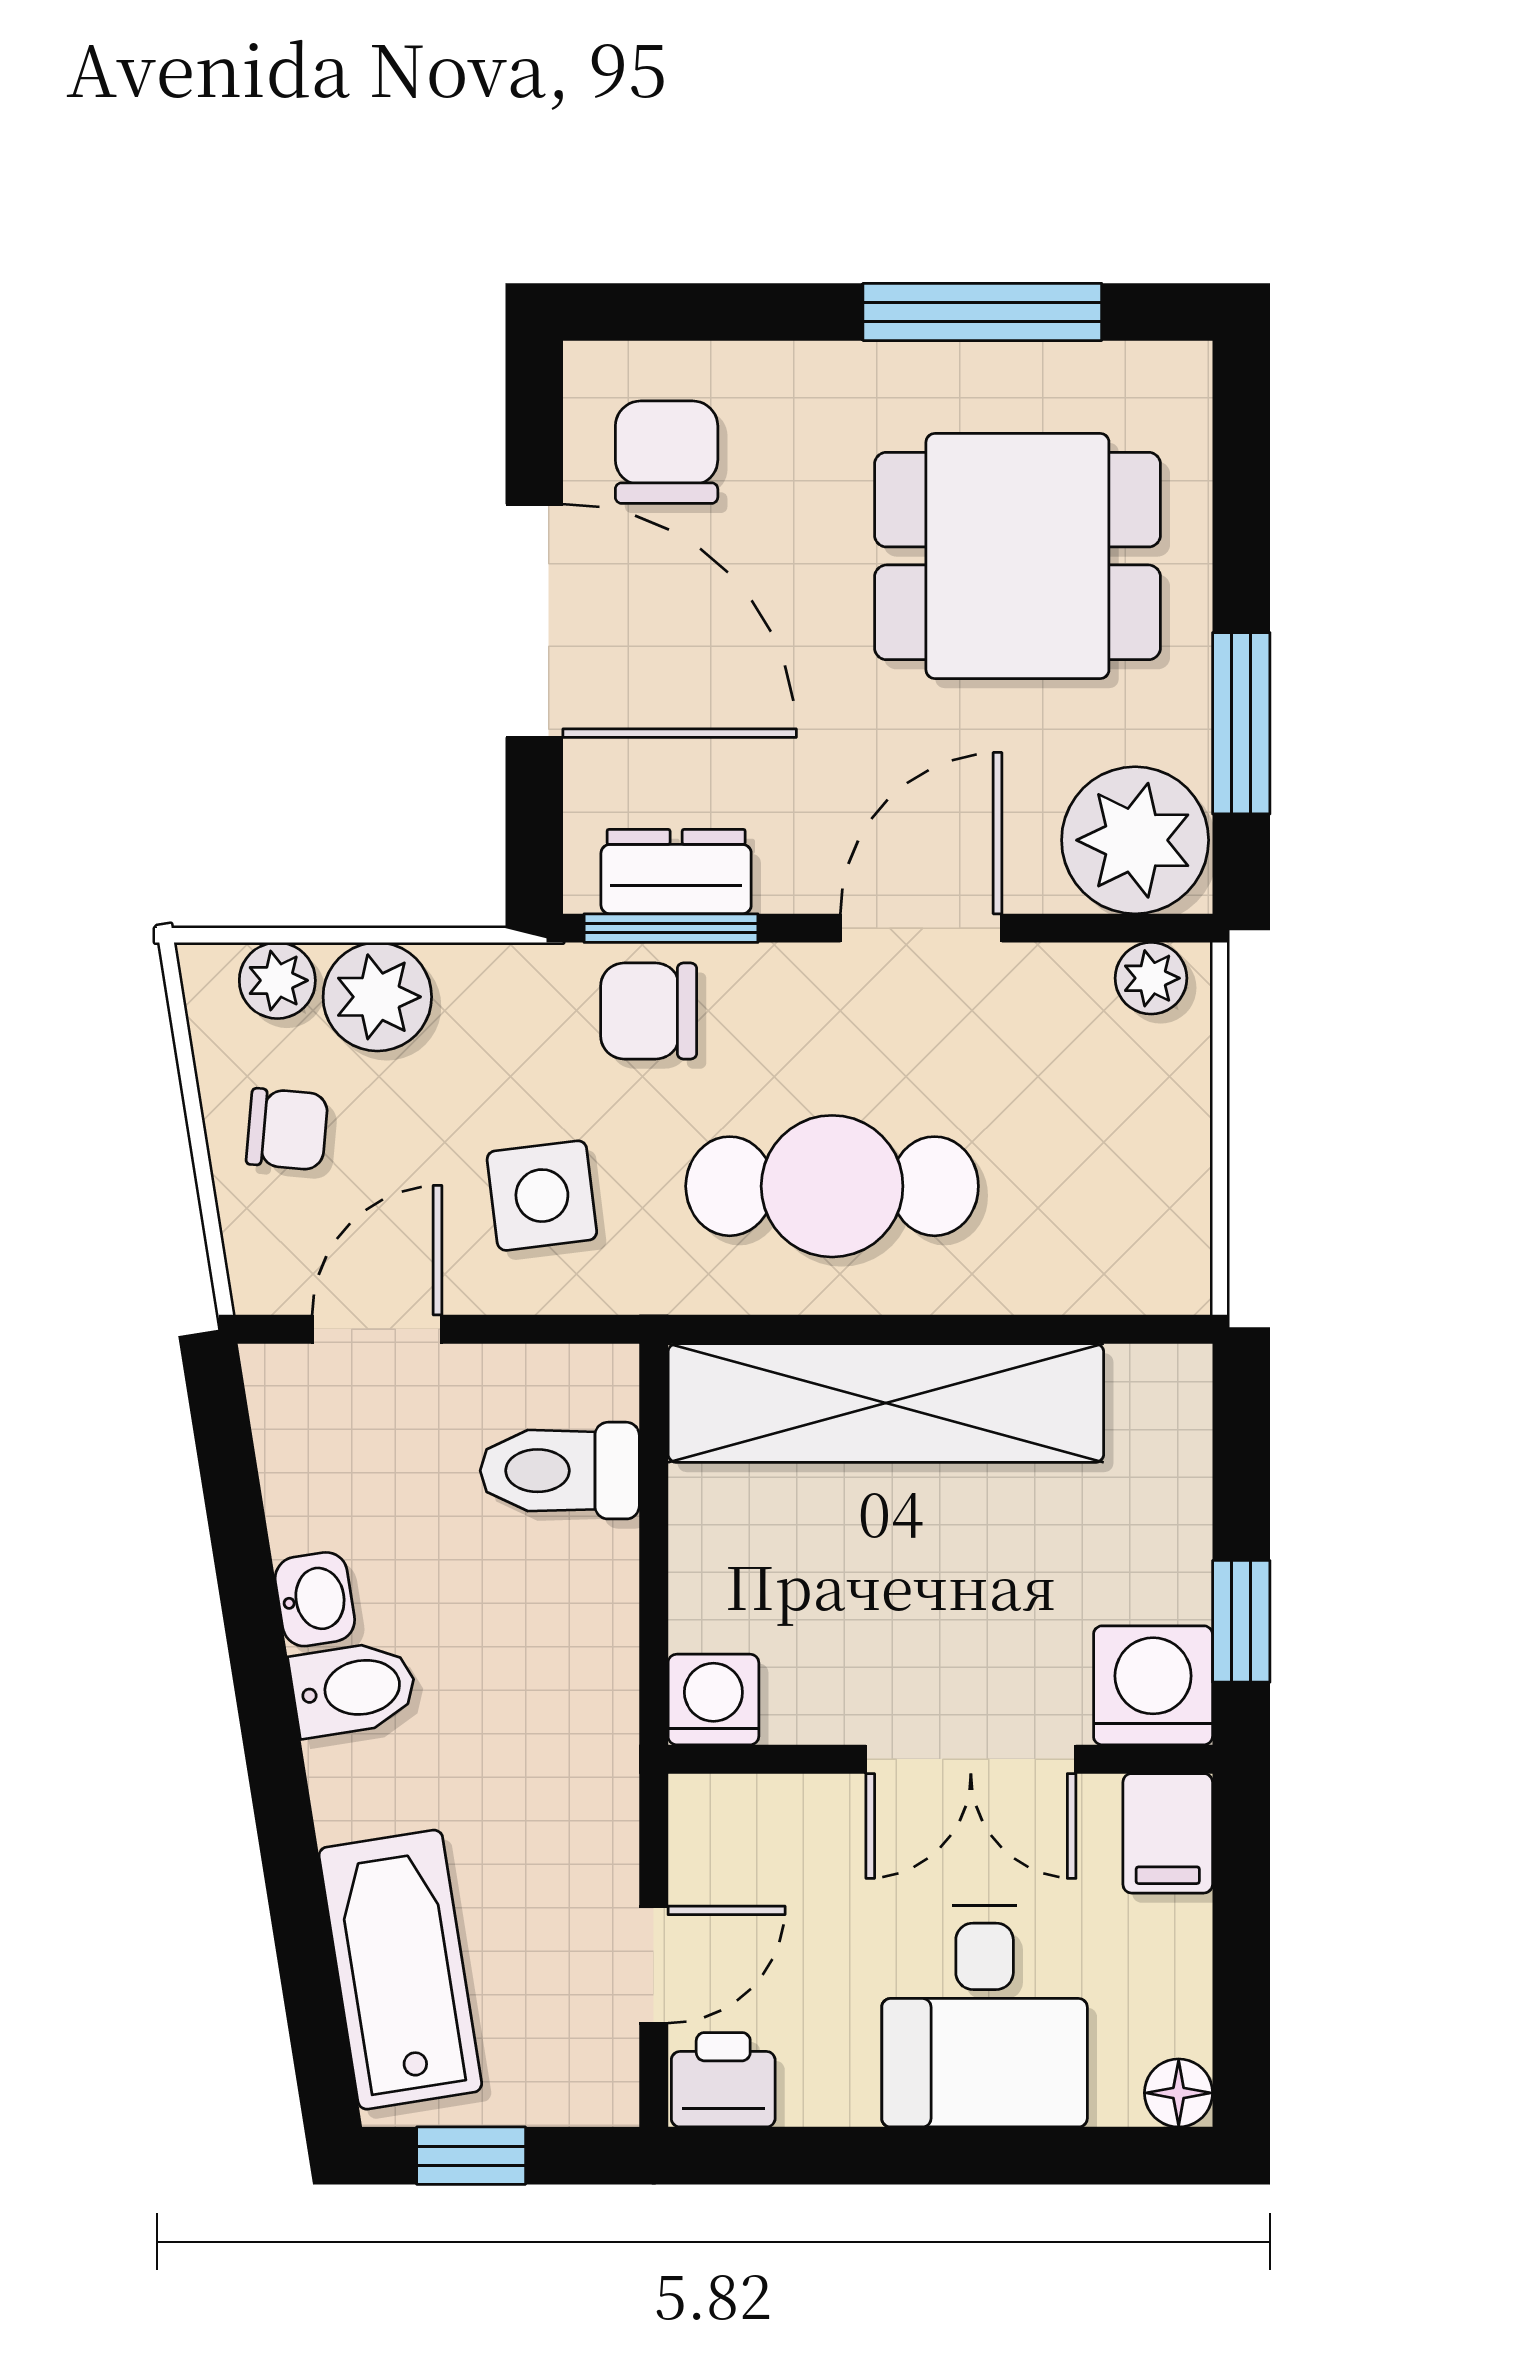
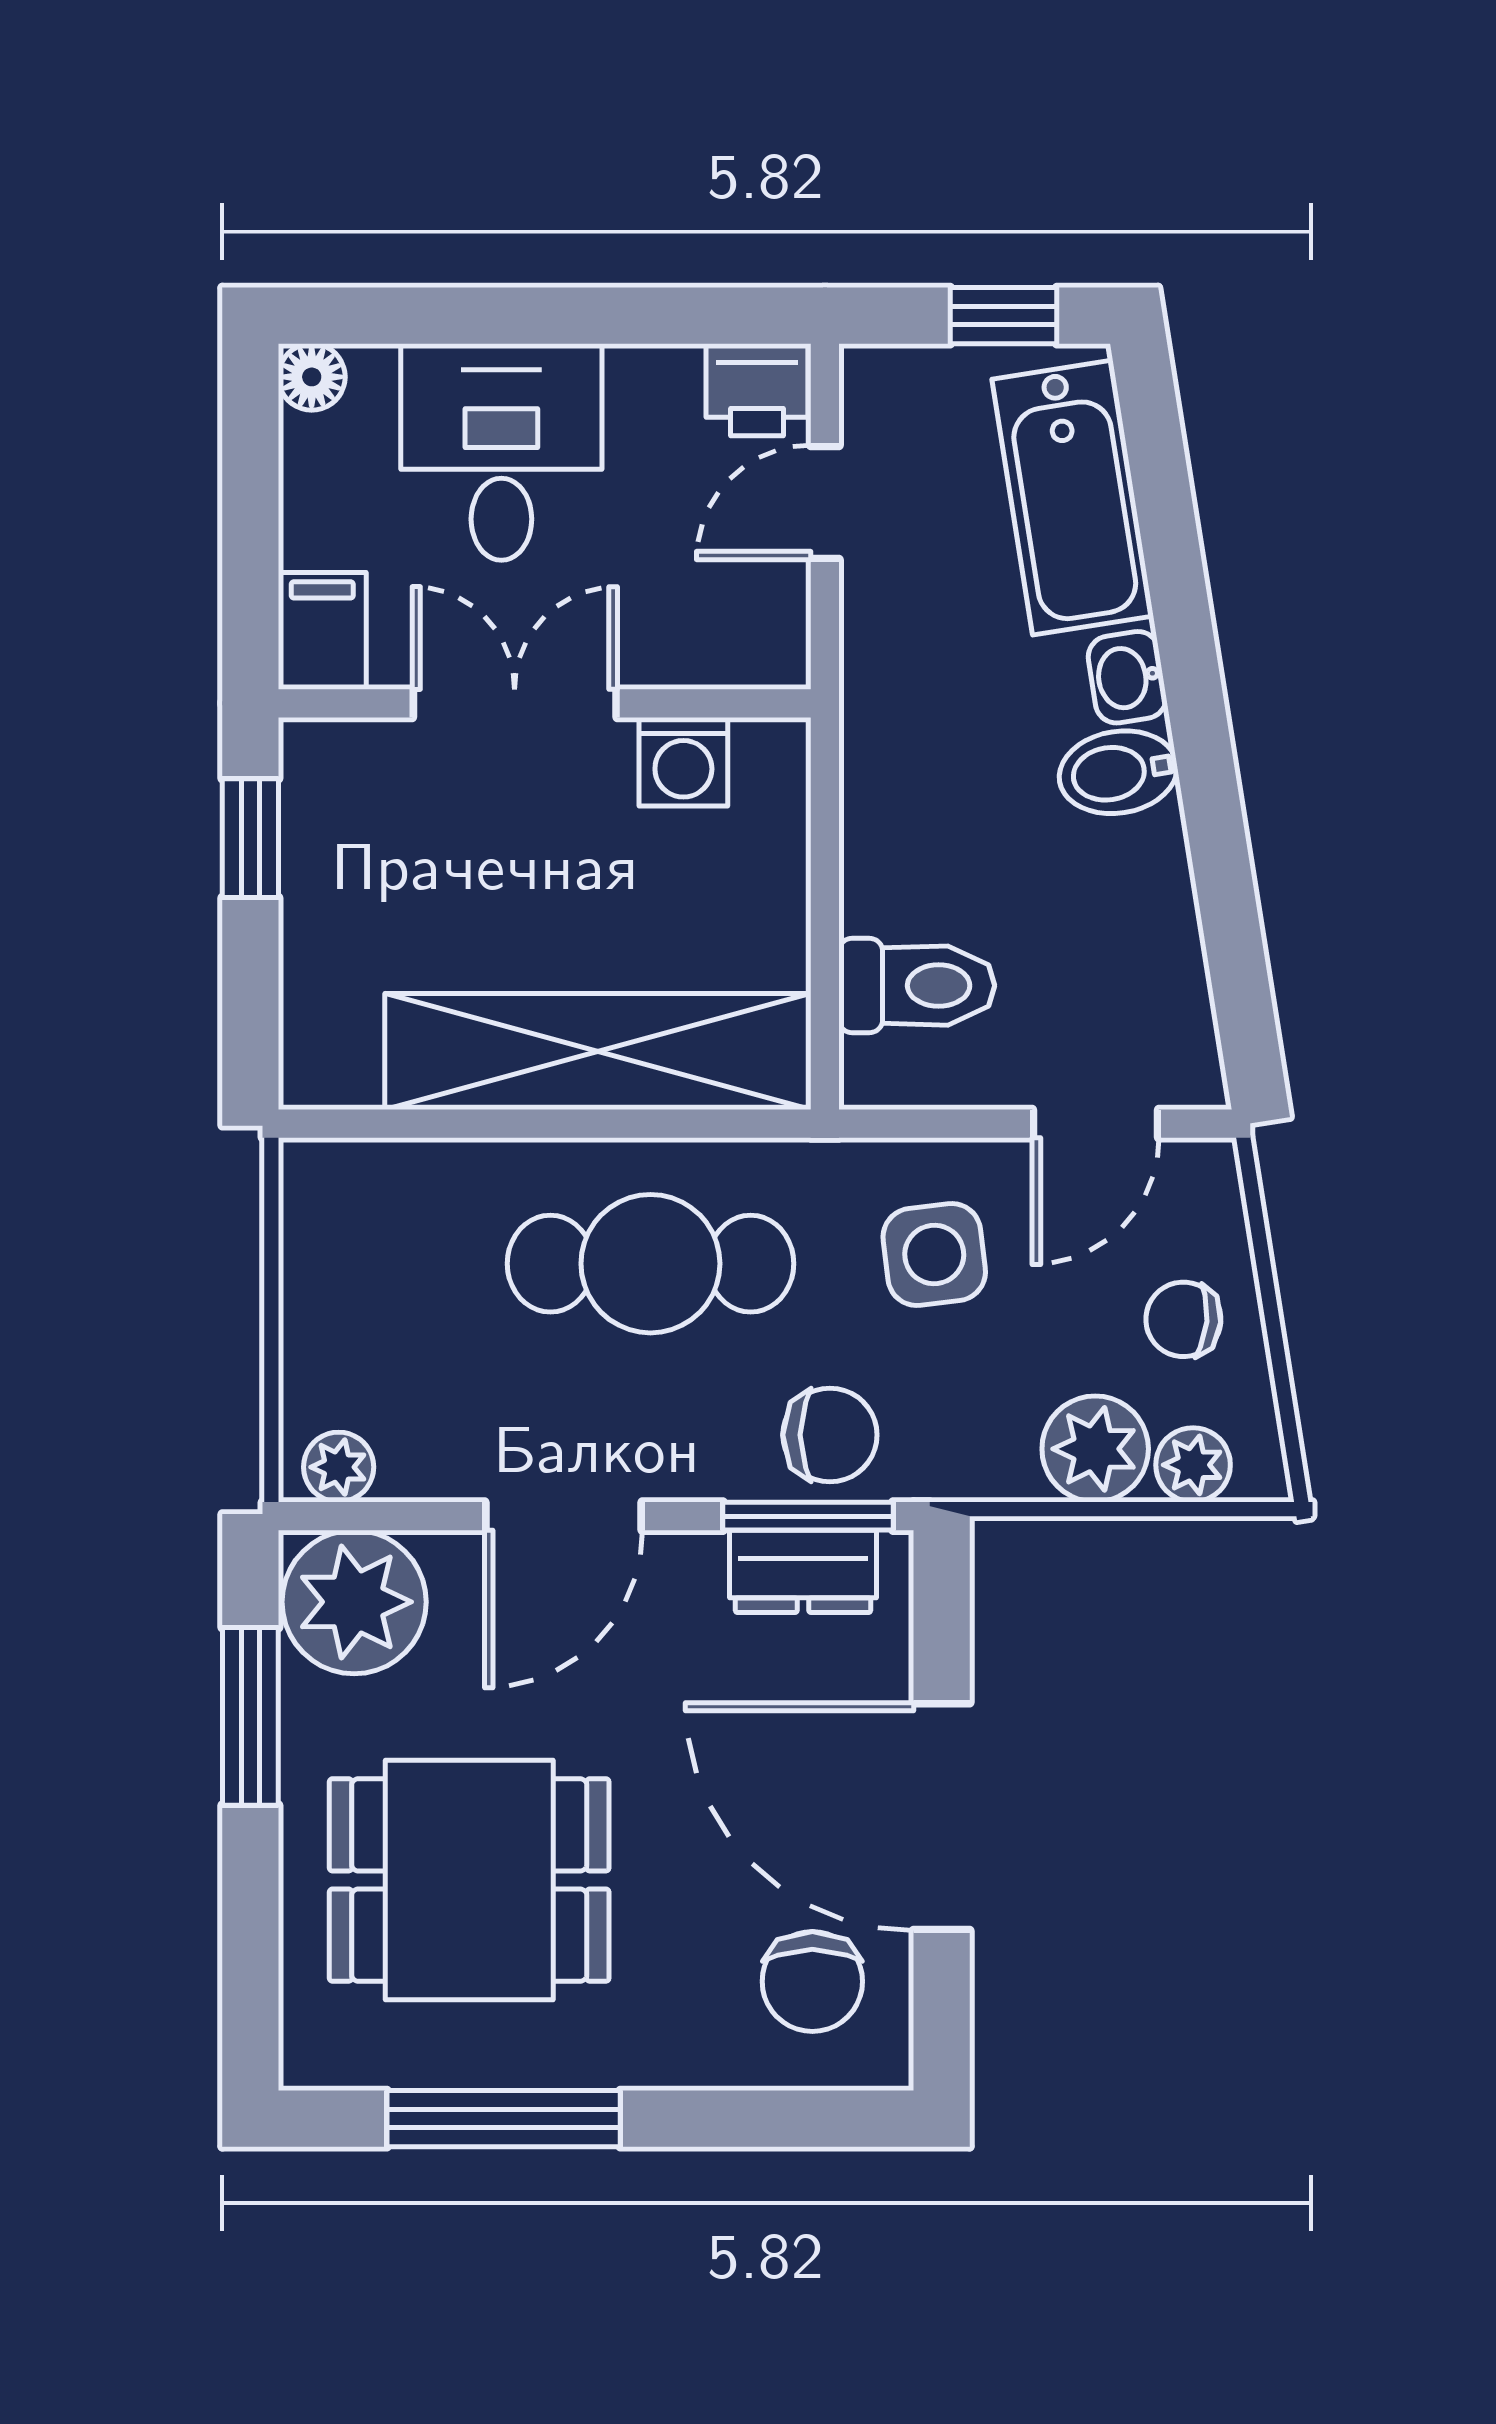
washbasin: (315, 1599) -> (1127, 677), moved
washing machine: (1153, 1685) -> (337, 776), removed
washing machine: (713, 1700) -> (683, 762), moved

